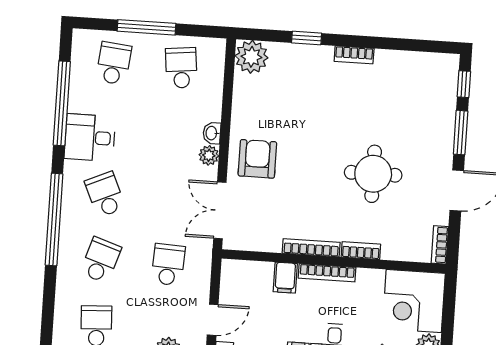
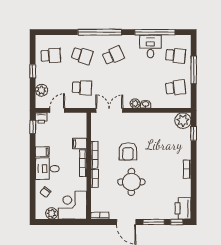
window: (307, 38) -> (194, 133), moved
printer: (436, 69) -> (183, 208), added
desk: (90, 138) -> (150, 47), moved
armchair: (257, 159) -> (128, 151), moved, turned 90
door: (213, 320) -> (57, 110), swing flipped

